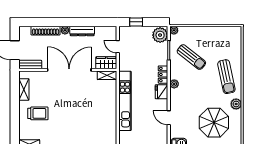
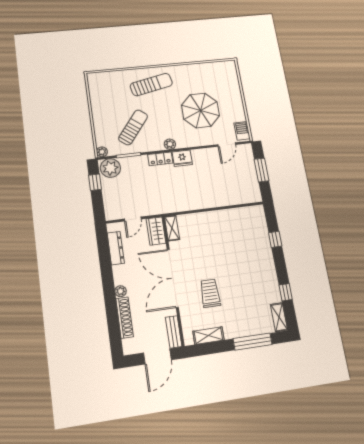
window: (136, 22) -> (95, 182), moved
dresser: (82, 31) -> (116, 248), moved
kitchen unit: (125, 101) -> (201, 201), removed
plant: (236, 104) -> (183, 71), removed
trolley: (38, 113) -> (210, 293), moved
door: (169, 118) -> (227, 145), moved
window: (15, 121) -> (253, 342), added
parasol: (214, 123) -> (201, 110), moved

